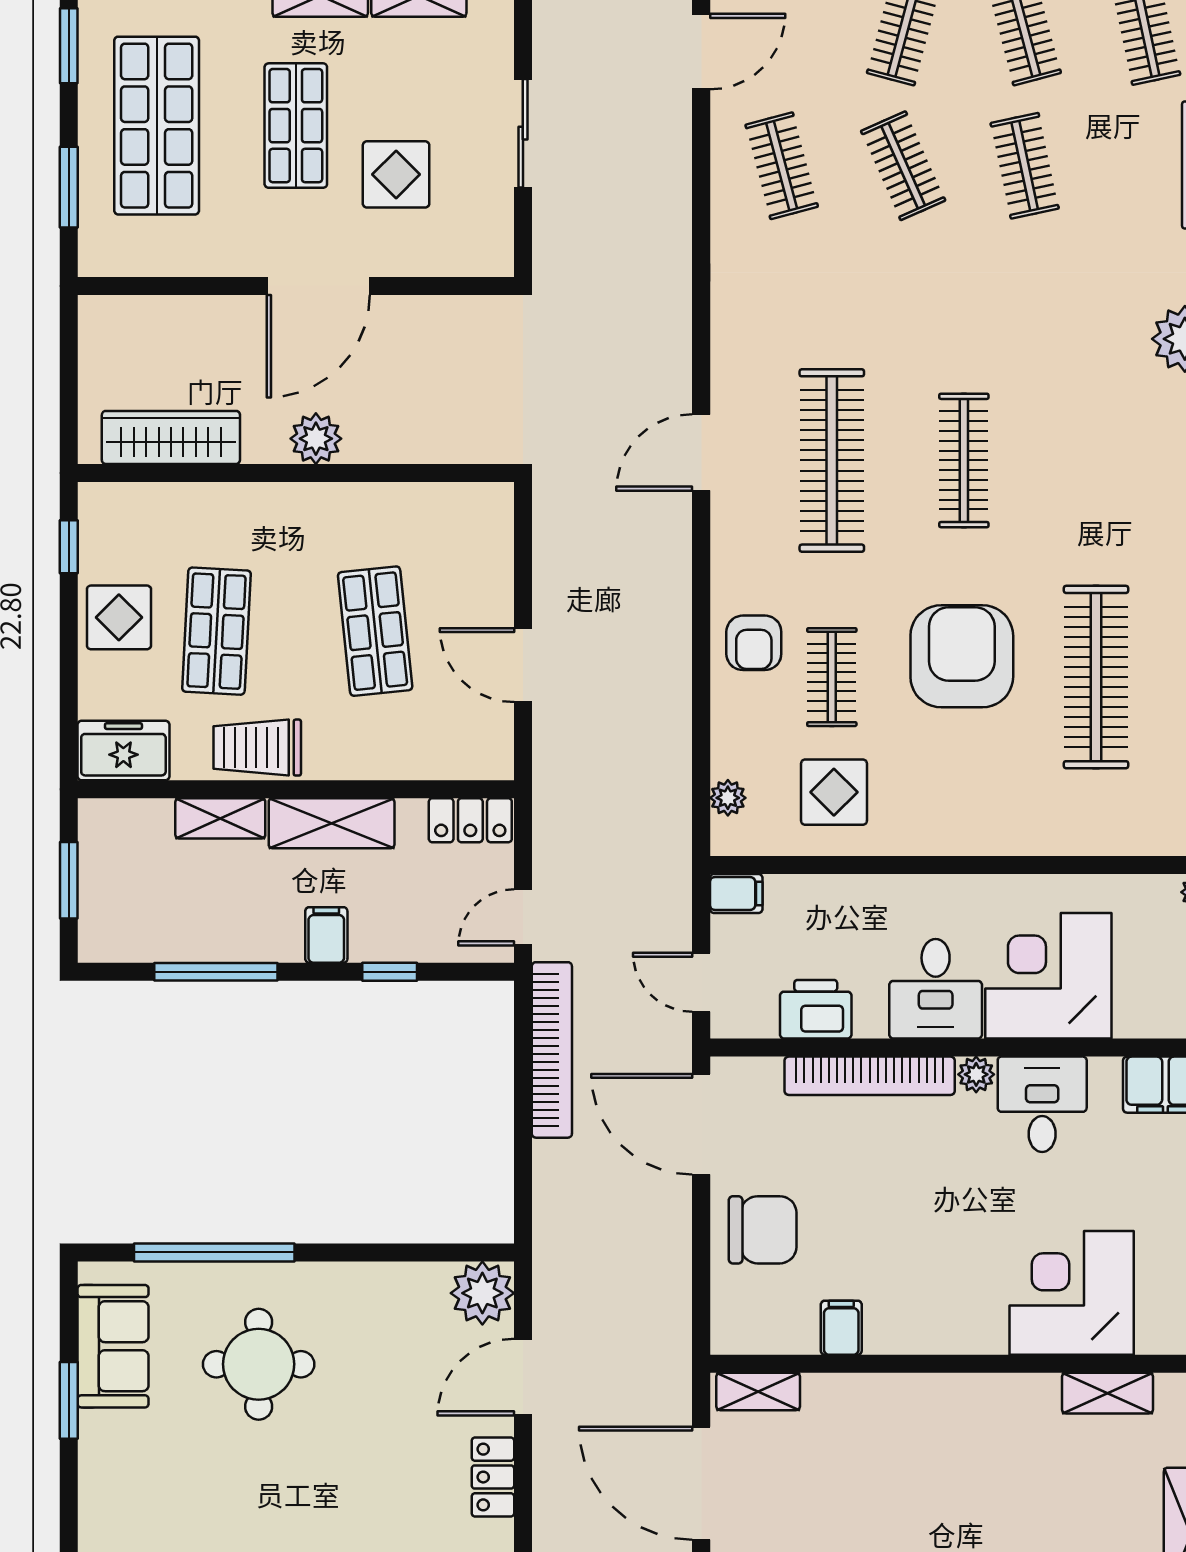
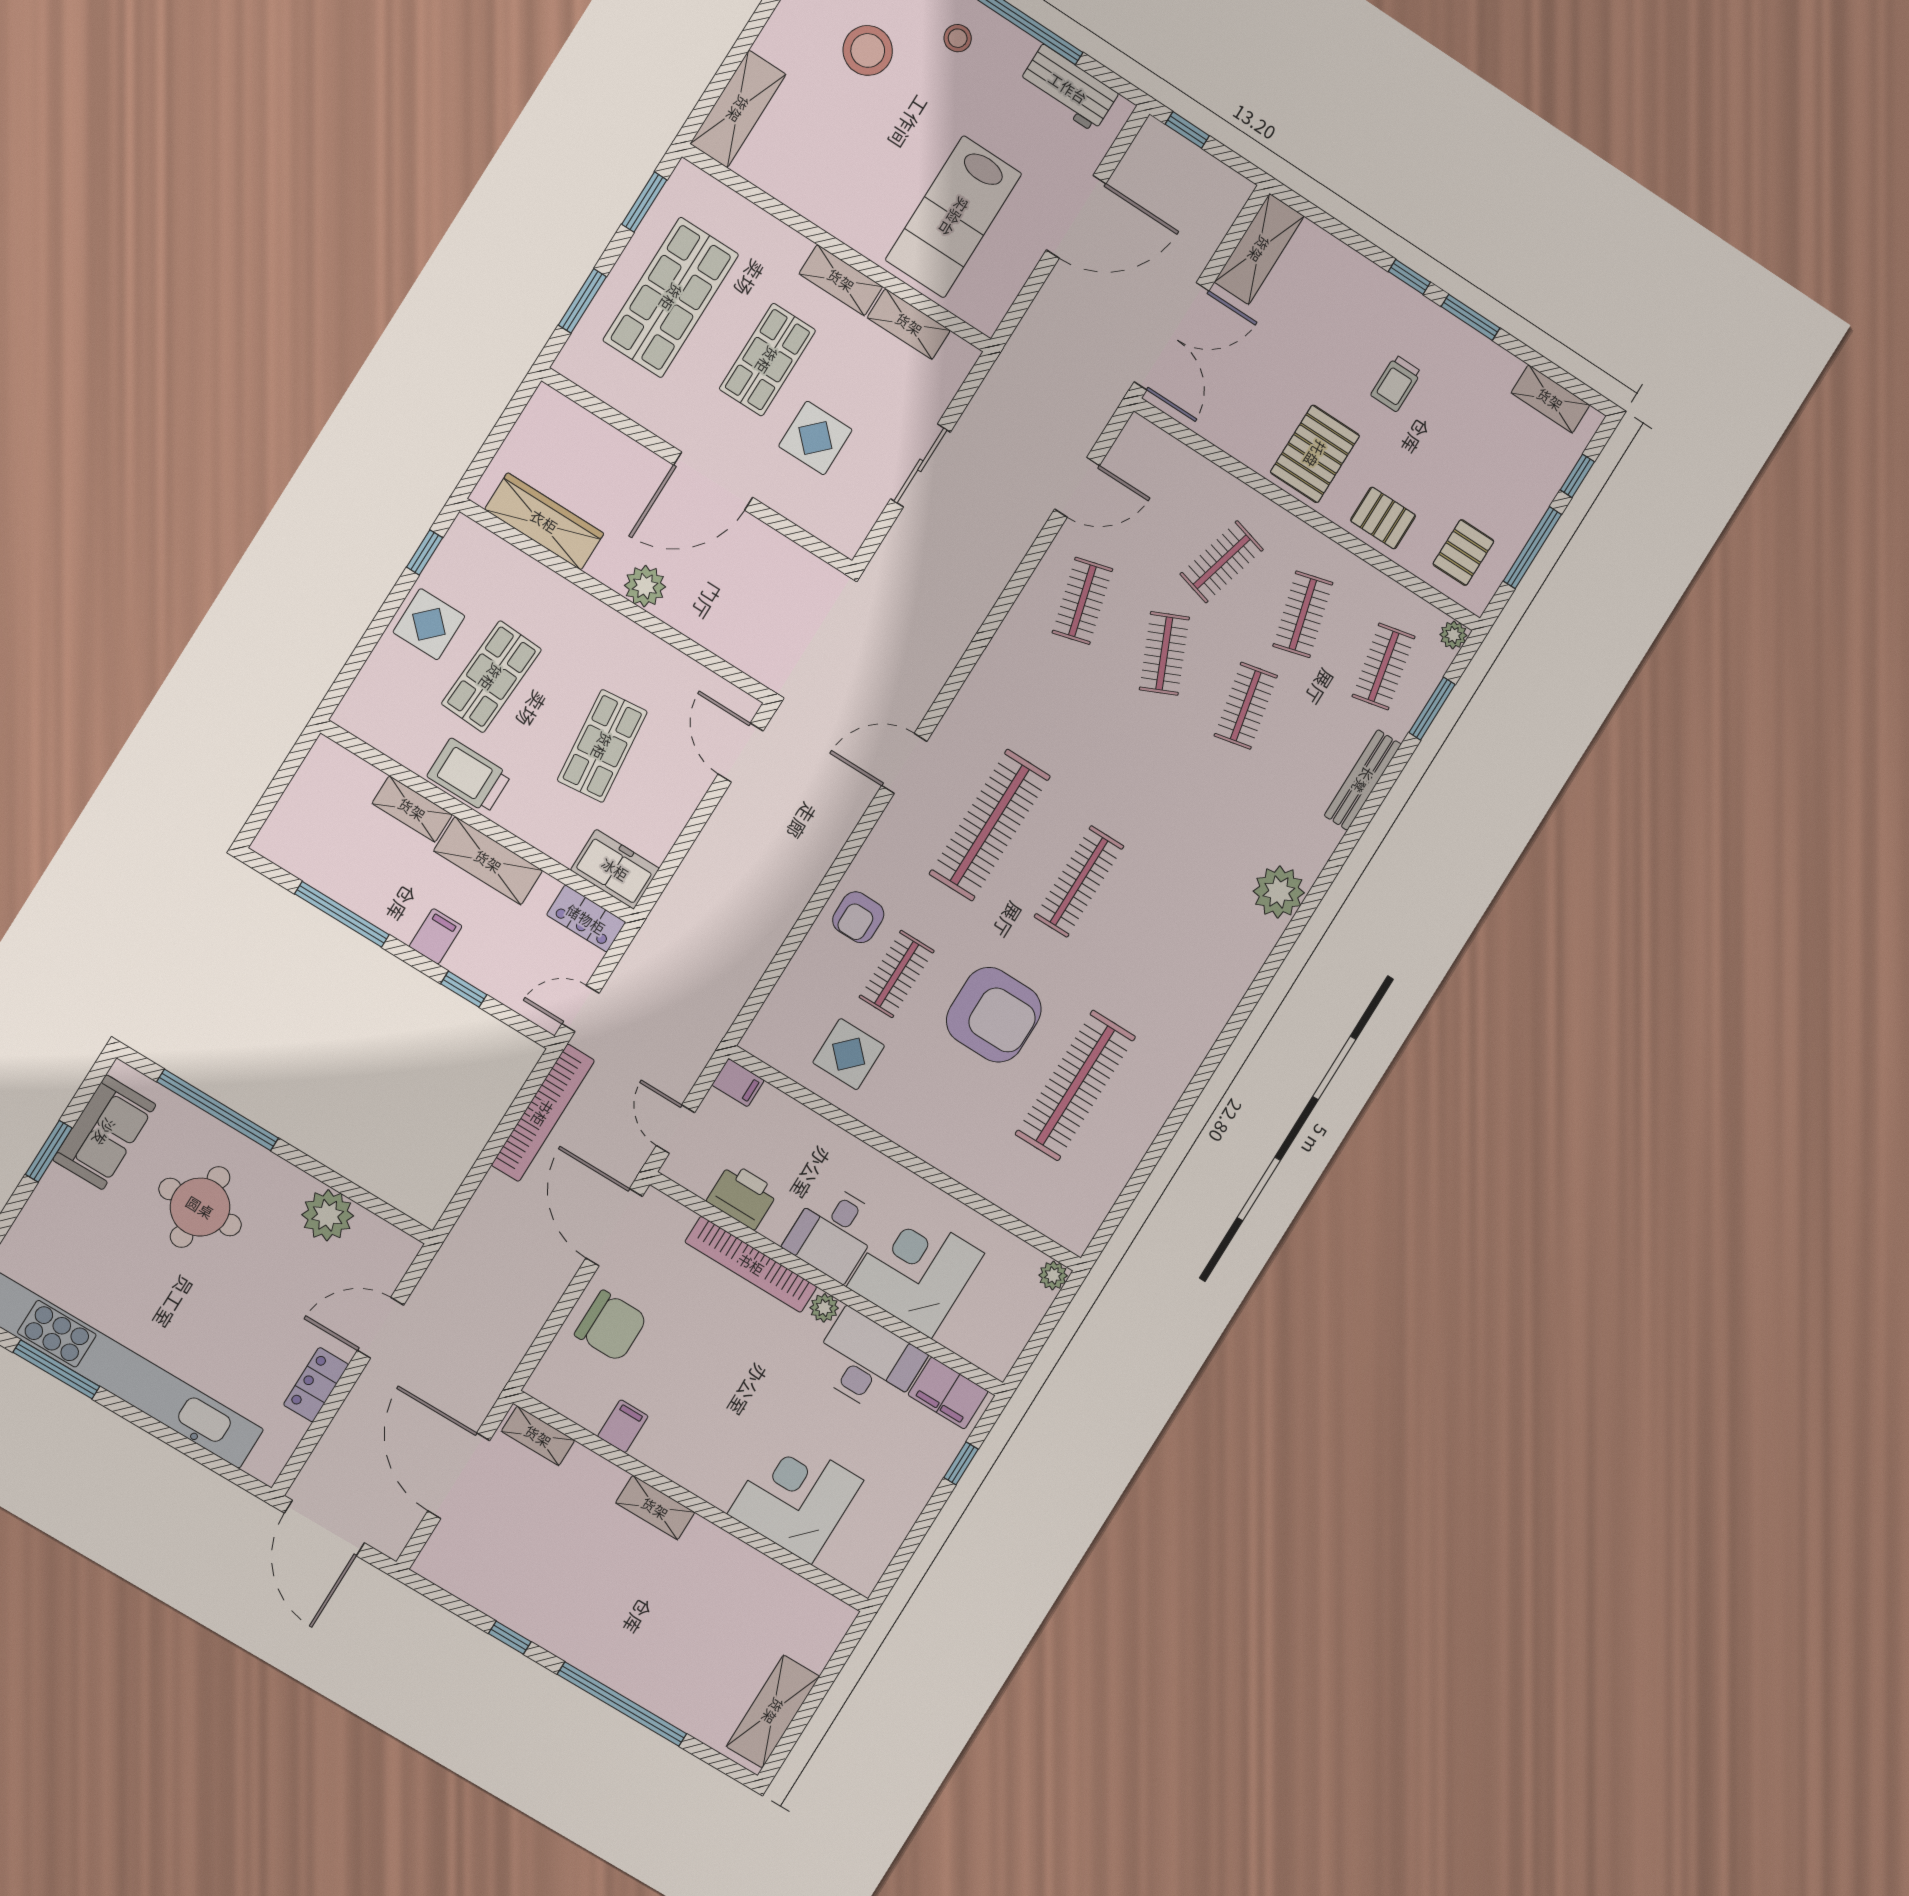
armchair: (962, 656) -> (994, 1015), turned 90
door: (523, 665) -> (741, 753), moved
freezer: (123, 750) -> (615, 869), moved
plant: (728, 798) -> (774, 1013), removed
window: (69, 880) -> (278, 786), removed
desk: (1042, 1104) -> (867, 1362), width x1.37
plant: (482, 1293) -> (328, 1215), moved
shelving: (1107, 1393) -> (655, 1508), moved

